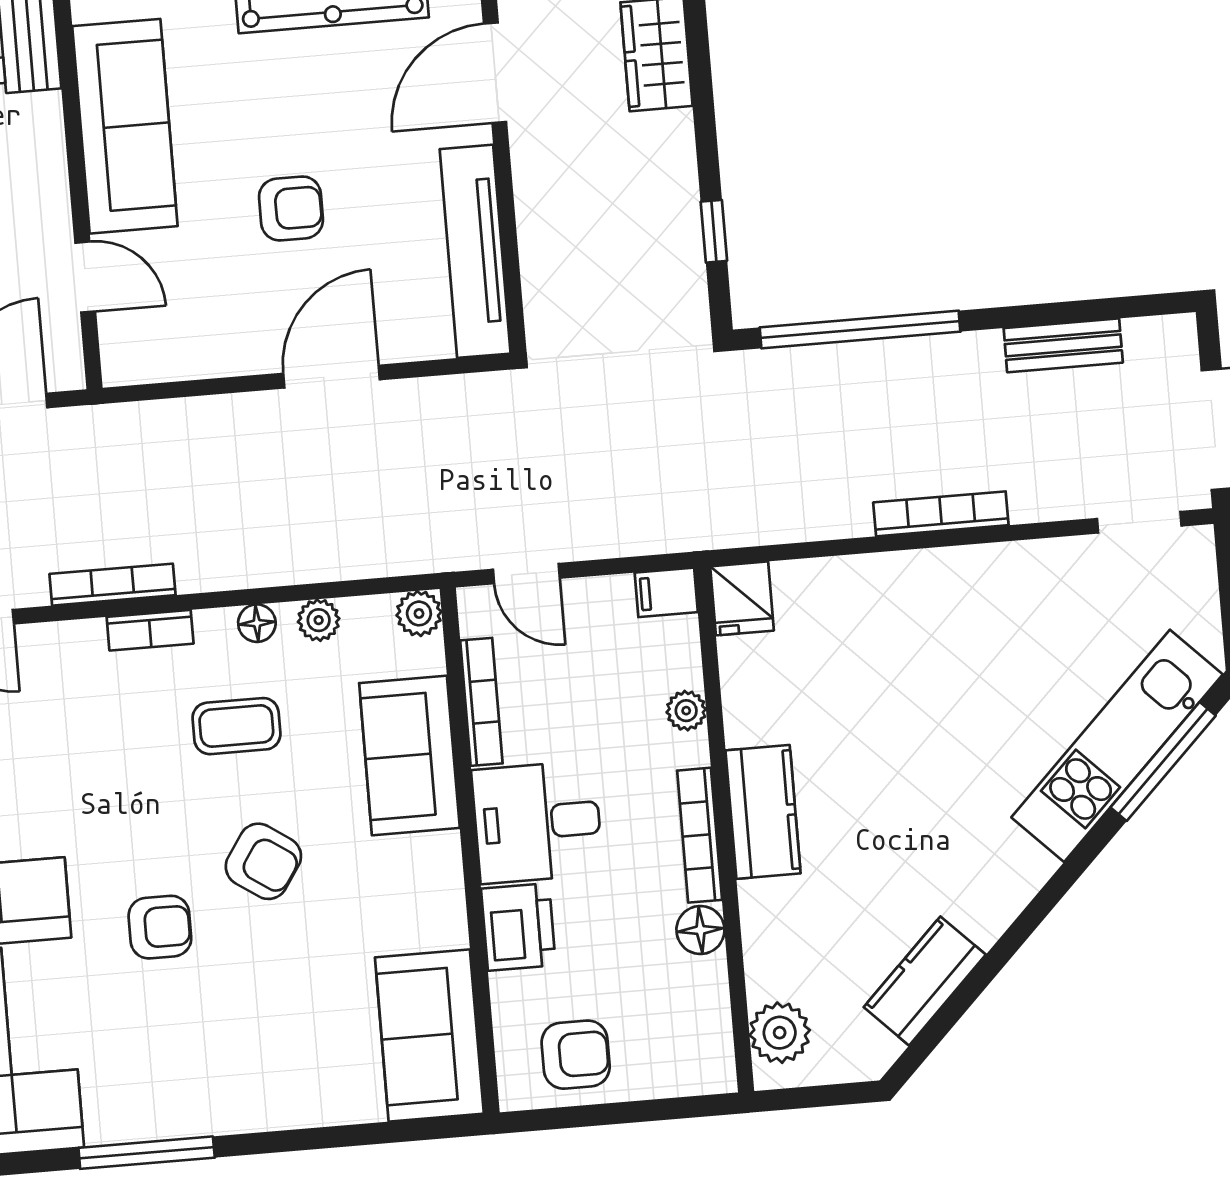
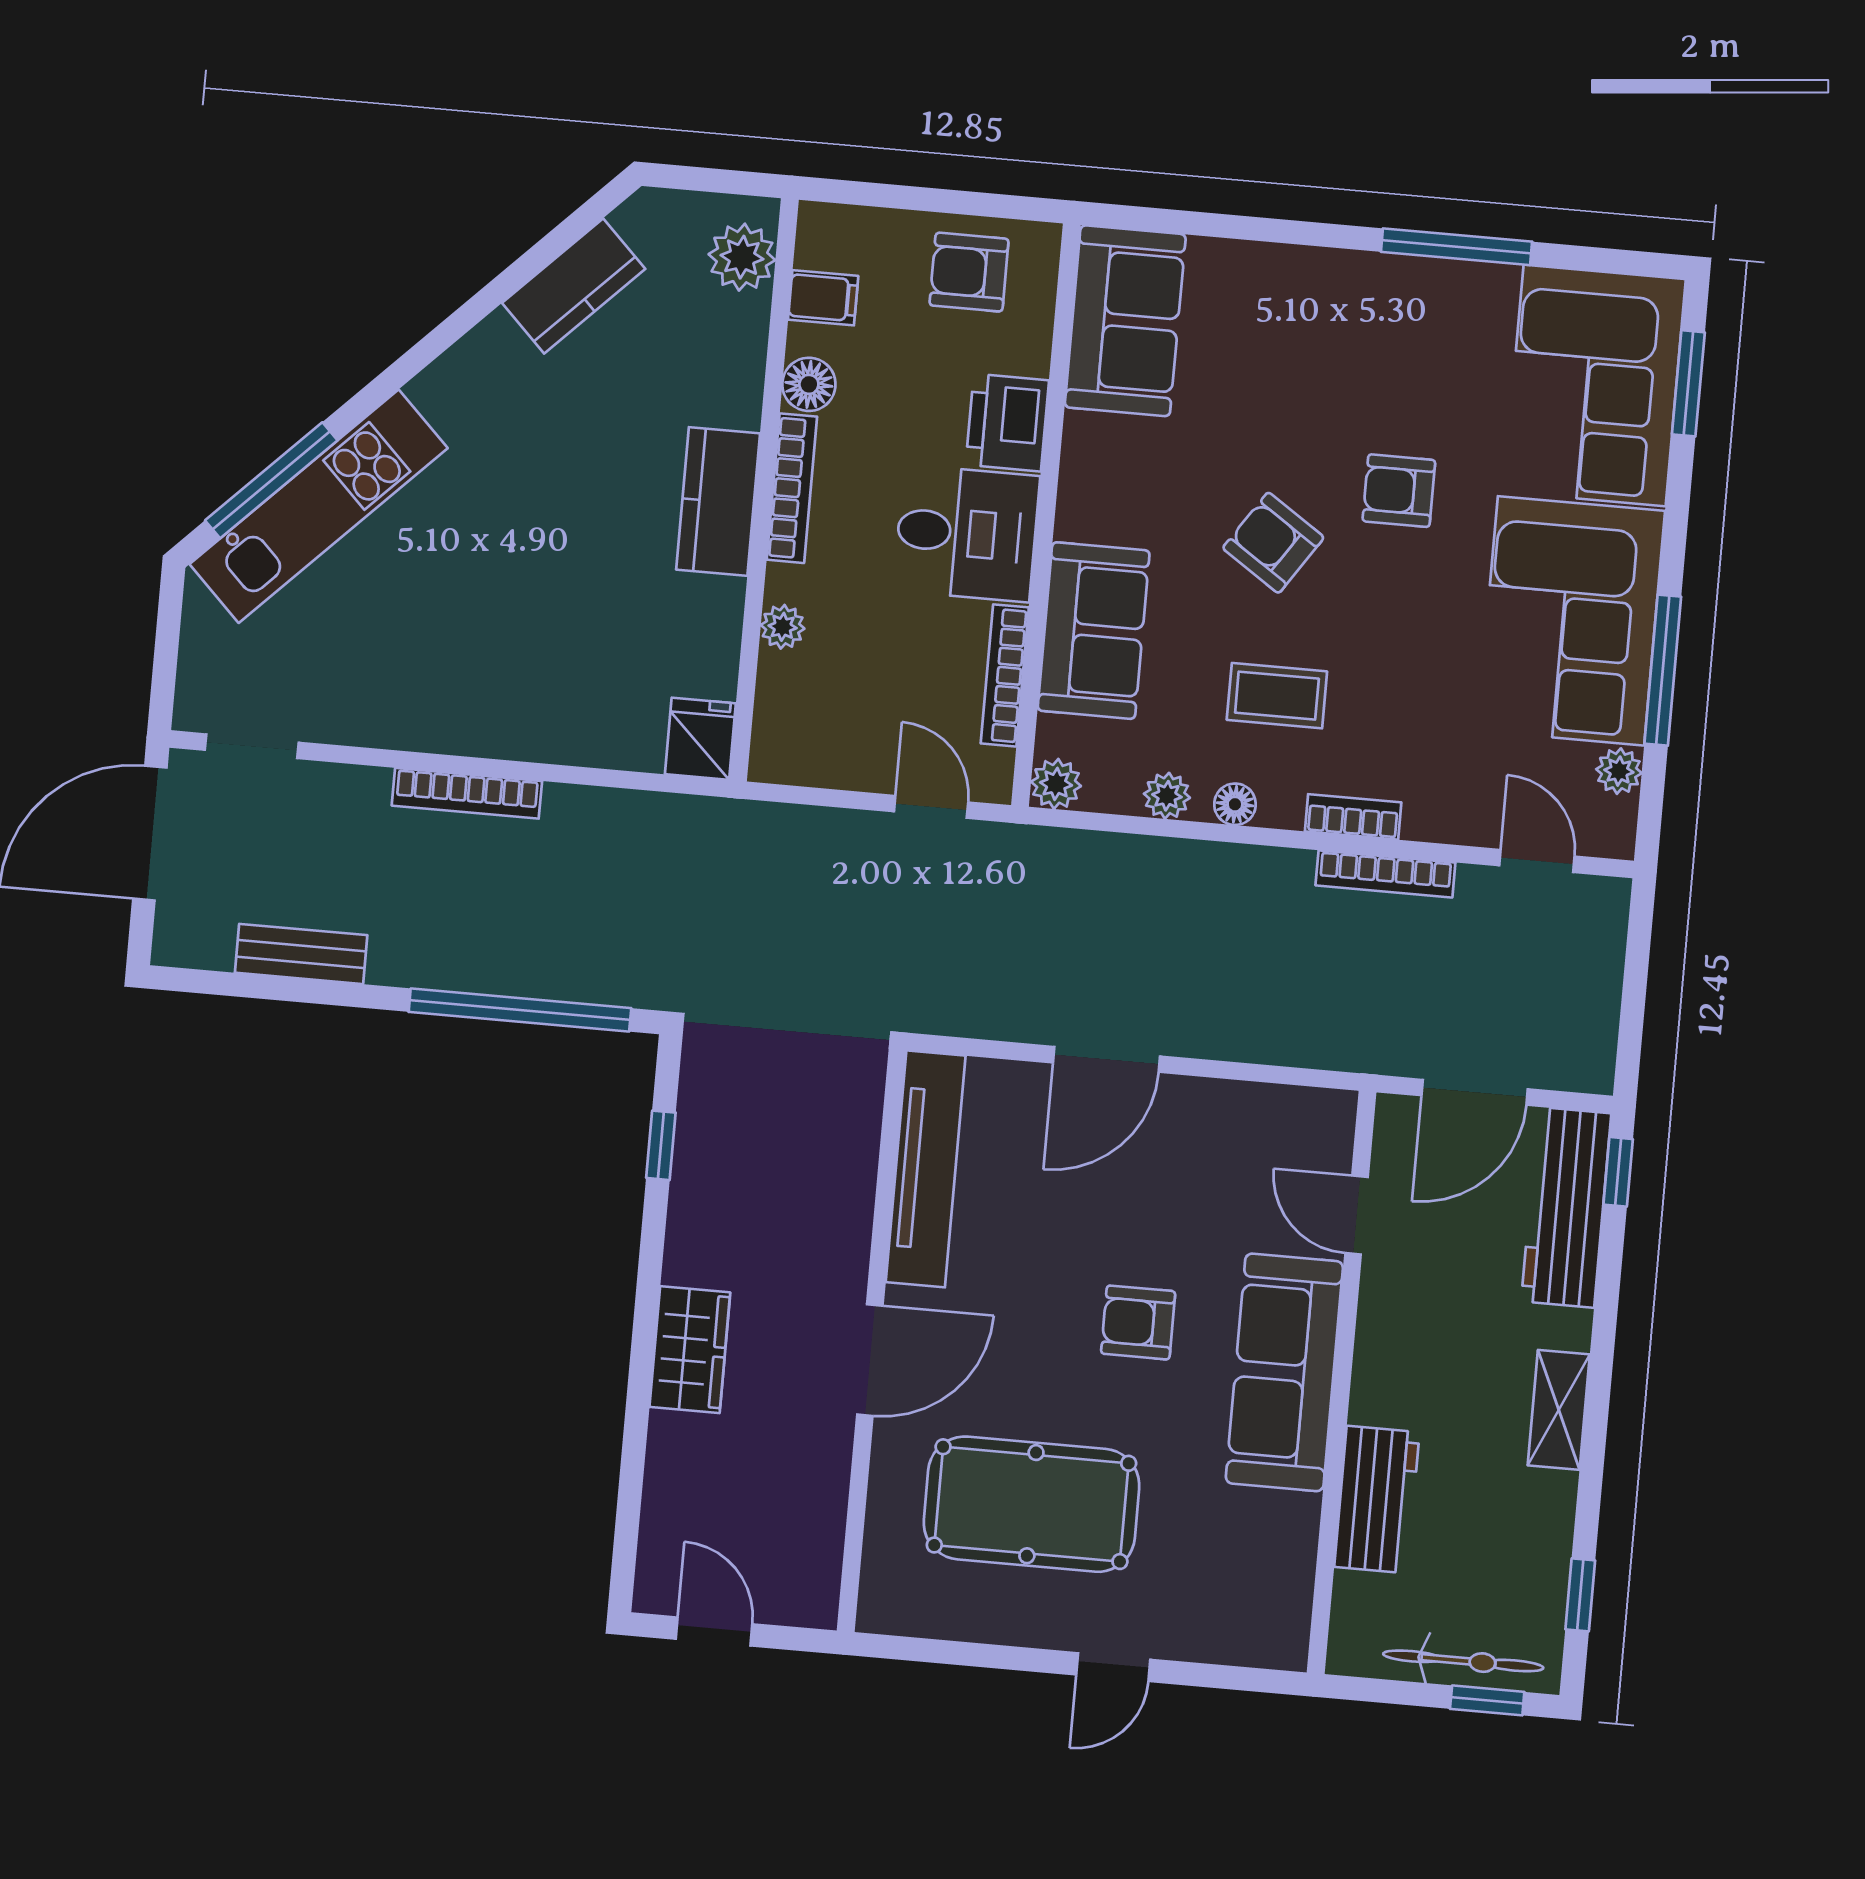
armchair: (291, 208) -> (1138, 1322), moved
filing cabinet: (666, 592) -> (823, 298), moved

